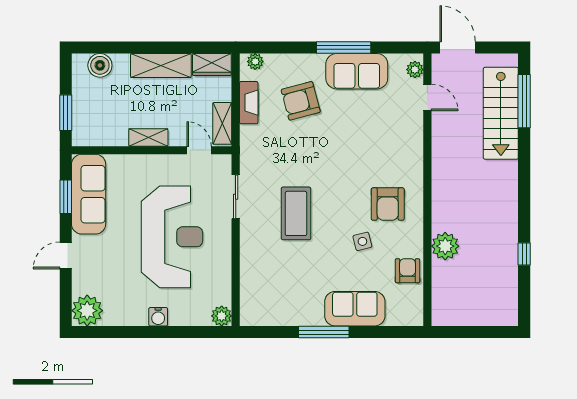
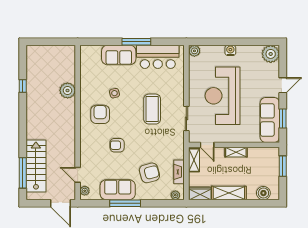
armchair: (408, 271) -> (117, 145), moved, turned 90
bar counter: (286, 305) -> (158, 57), added

